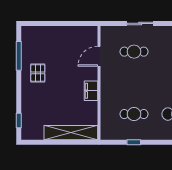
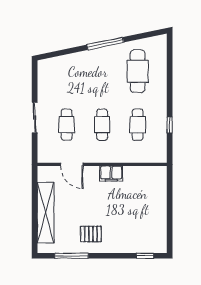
cafe table: (134, 83) -> (102, 125), added
shelving: (71, 133) -> (46, 213), moved

